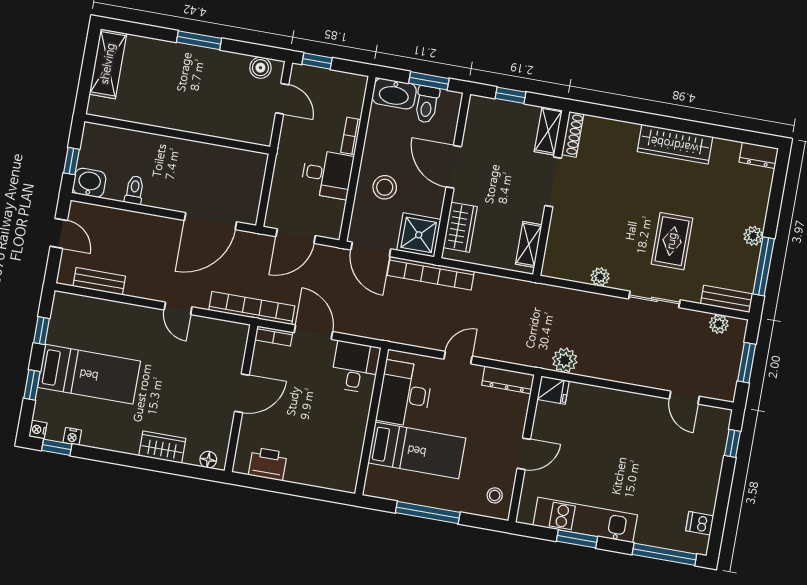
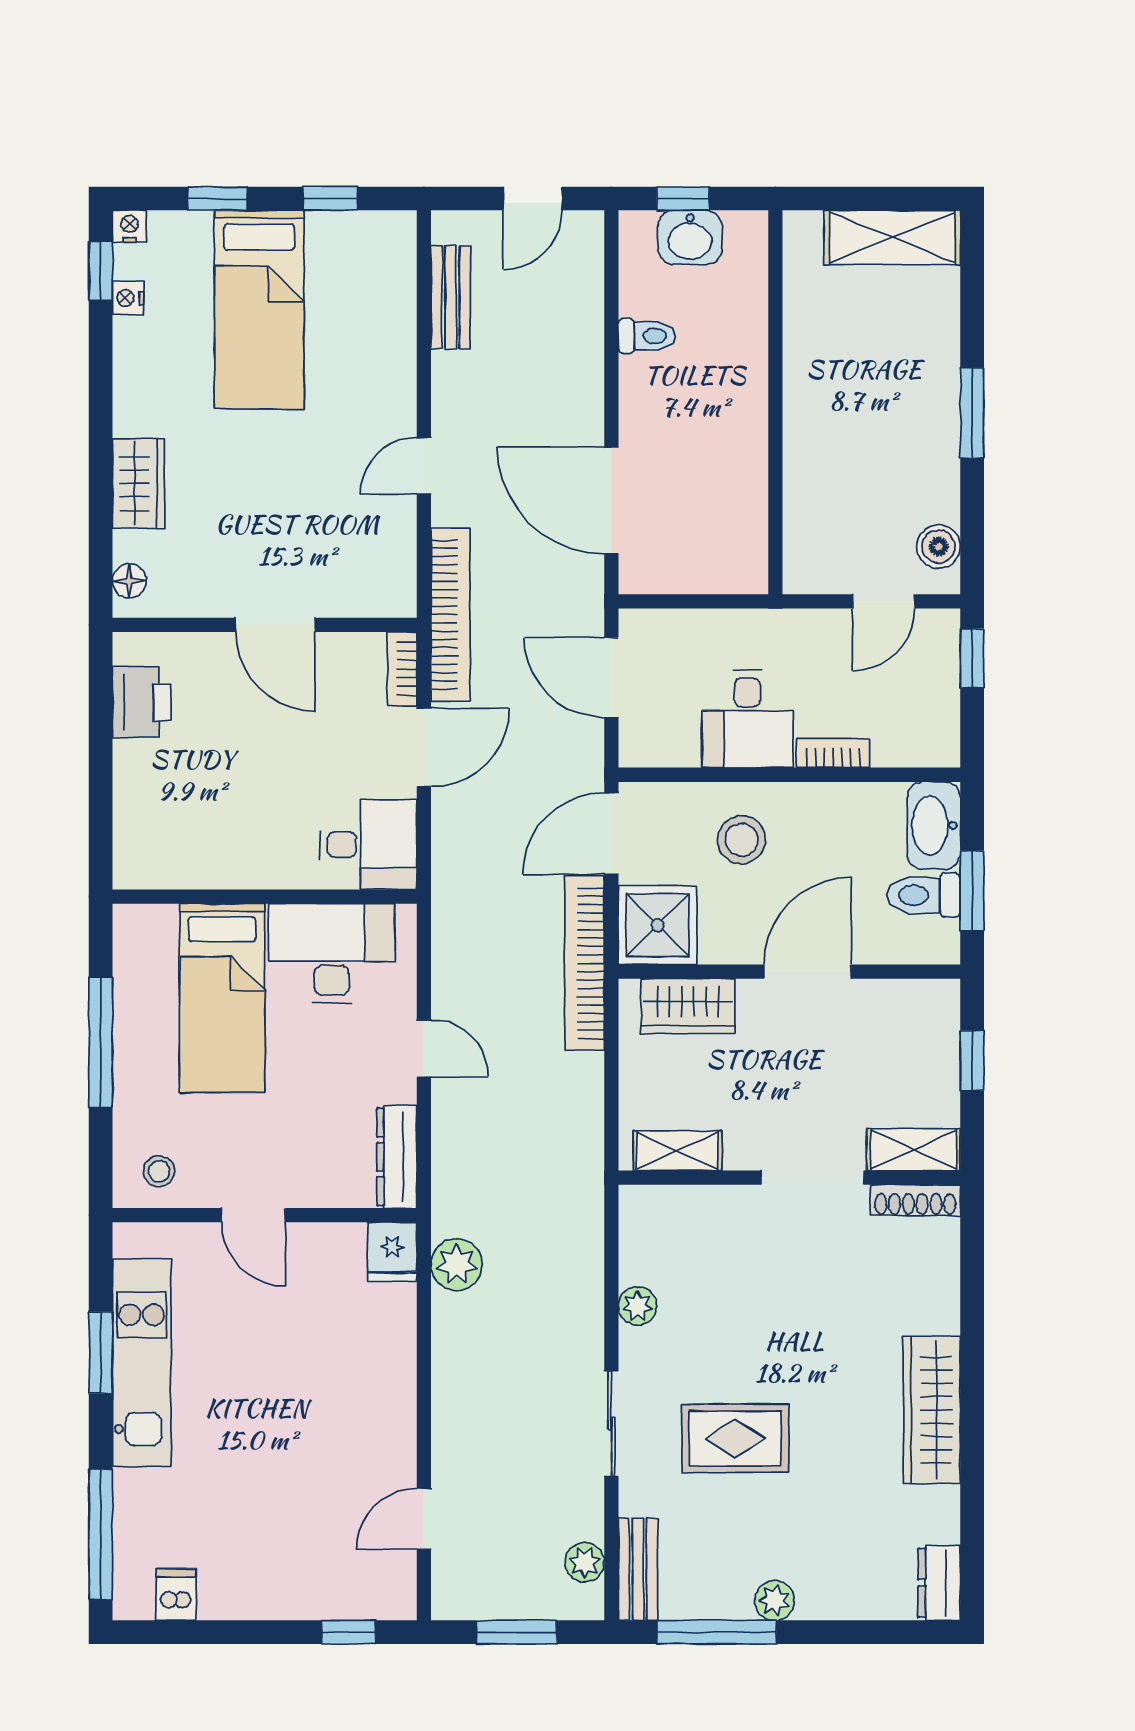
washbasin: (89, 183) -> (690, 237), moved, turned 90

